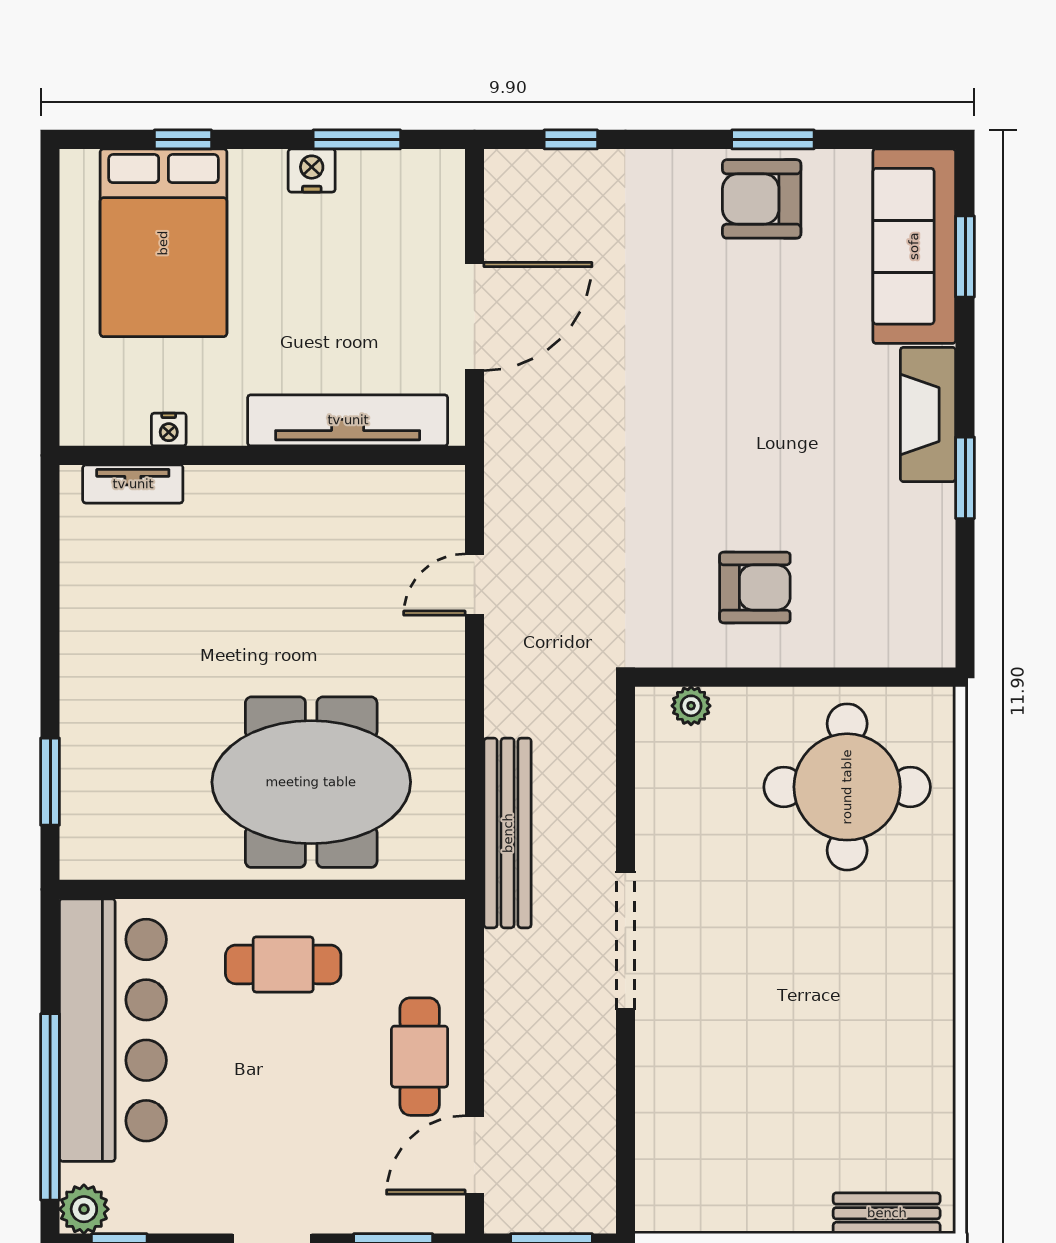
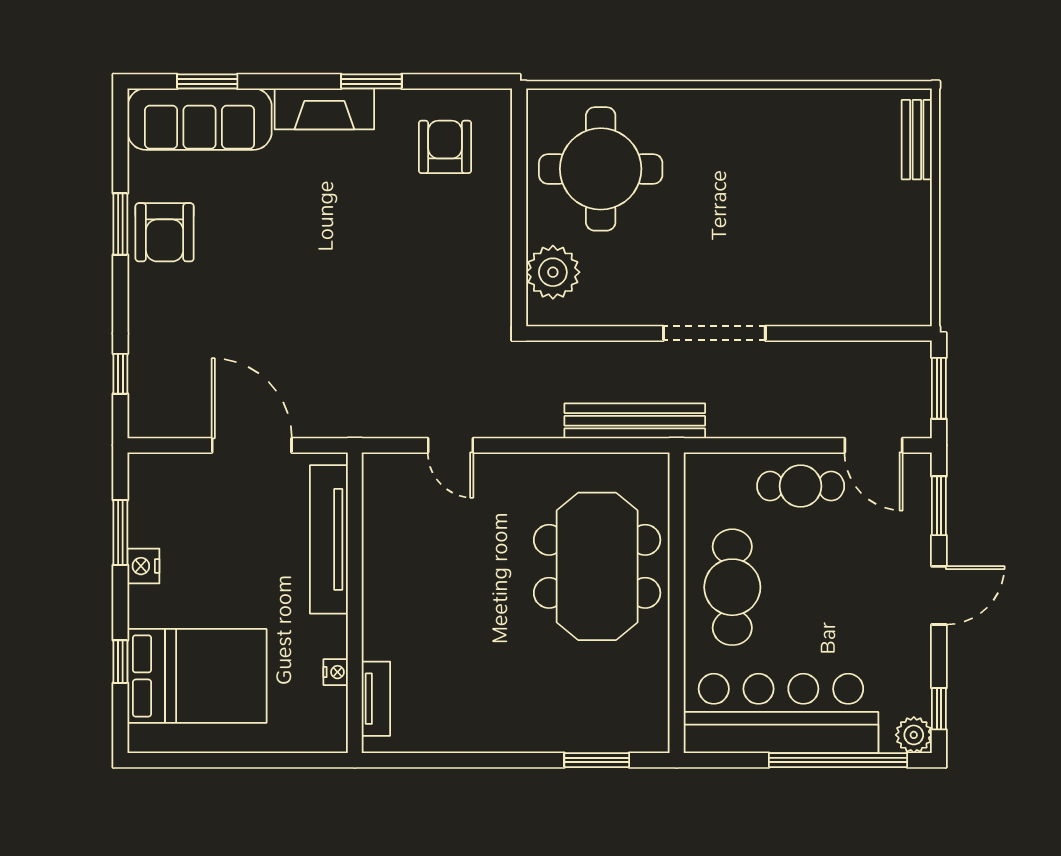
armchair: (755, 587) -> (445, 147), moved
plant: (691, 706) -> (553, 272), width x1.88, depth x1.88
cafe table: (283, 964) -> (732, 587), width x1.37, depth x1.35

